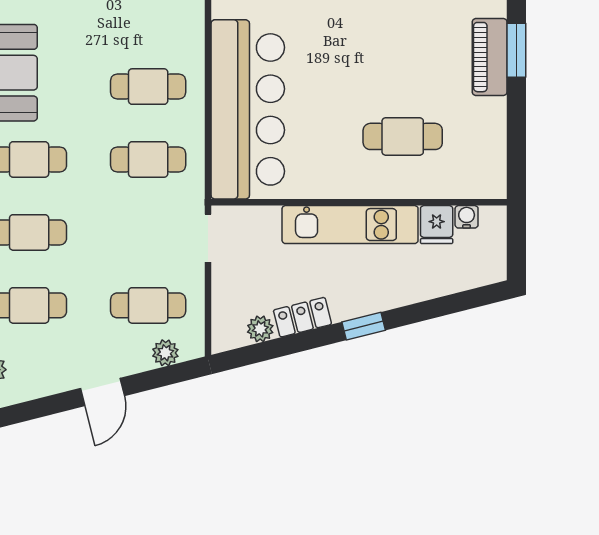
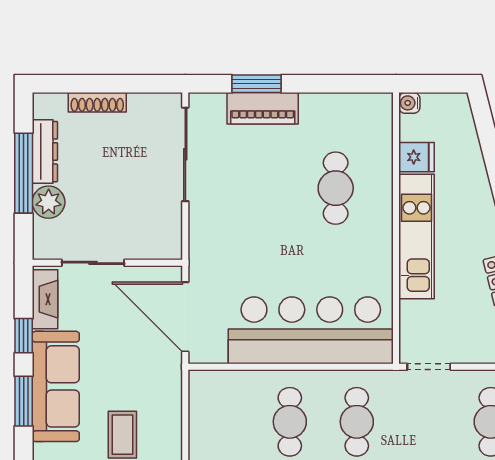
water cooler: (467, 217) -> (409, 103), moved

